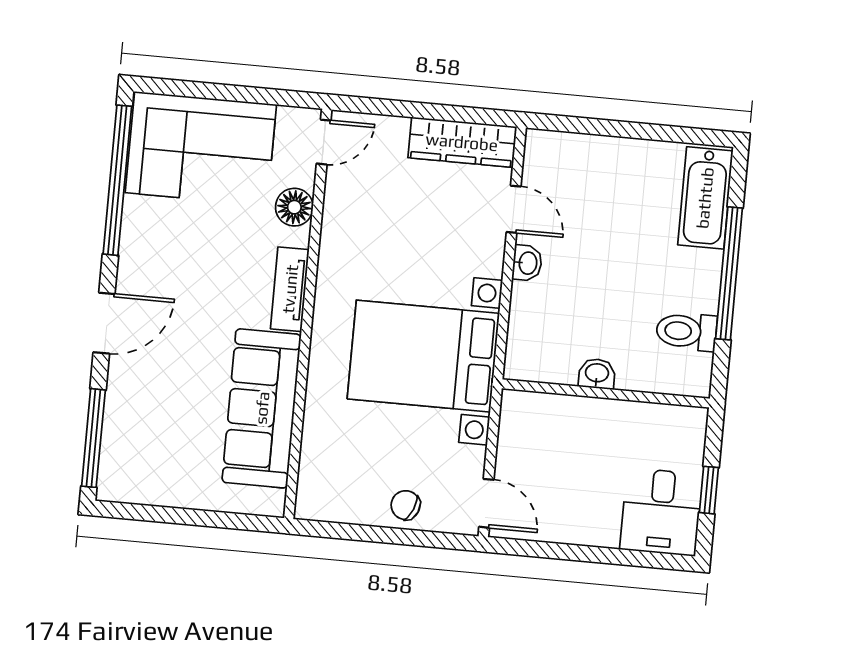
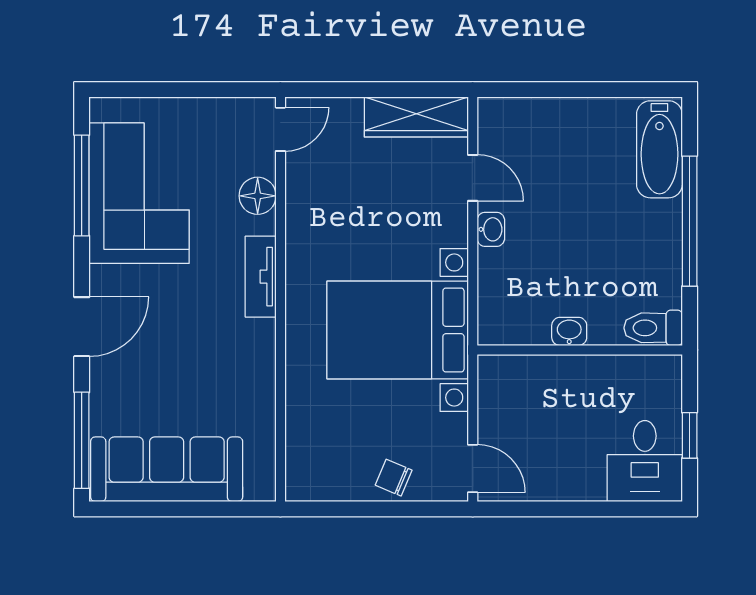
corner sofa: (201, 149) -> (139, 193), moved, turned -90
window: (117, 180) -> (82, 185), width x0.68
toilet: (686, 331) -> (653, 328), moved
sofa: (262, 408) -> (167, 469), moved, turned 90

